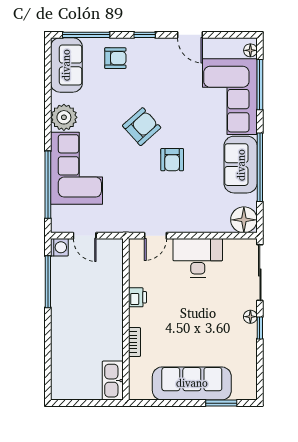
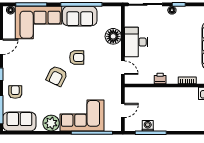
armchair: (142, 127) -> (57, 76), turned -112
floor lamp: (244, 220) -> (113, 36), moved
washing machine: (59, 247) -> (148, 126), moved

